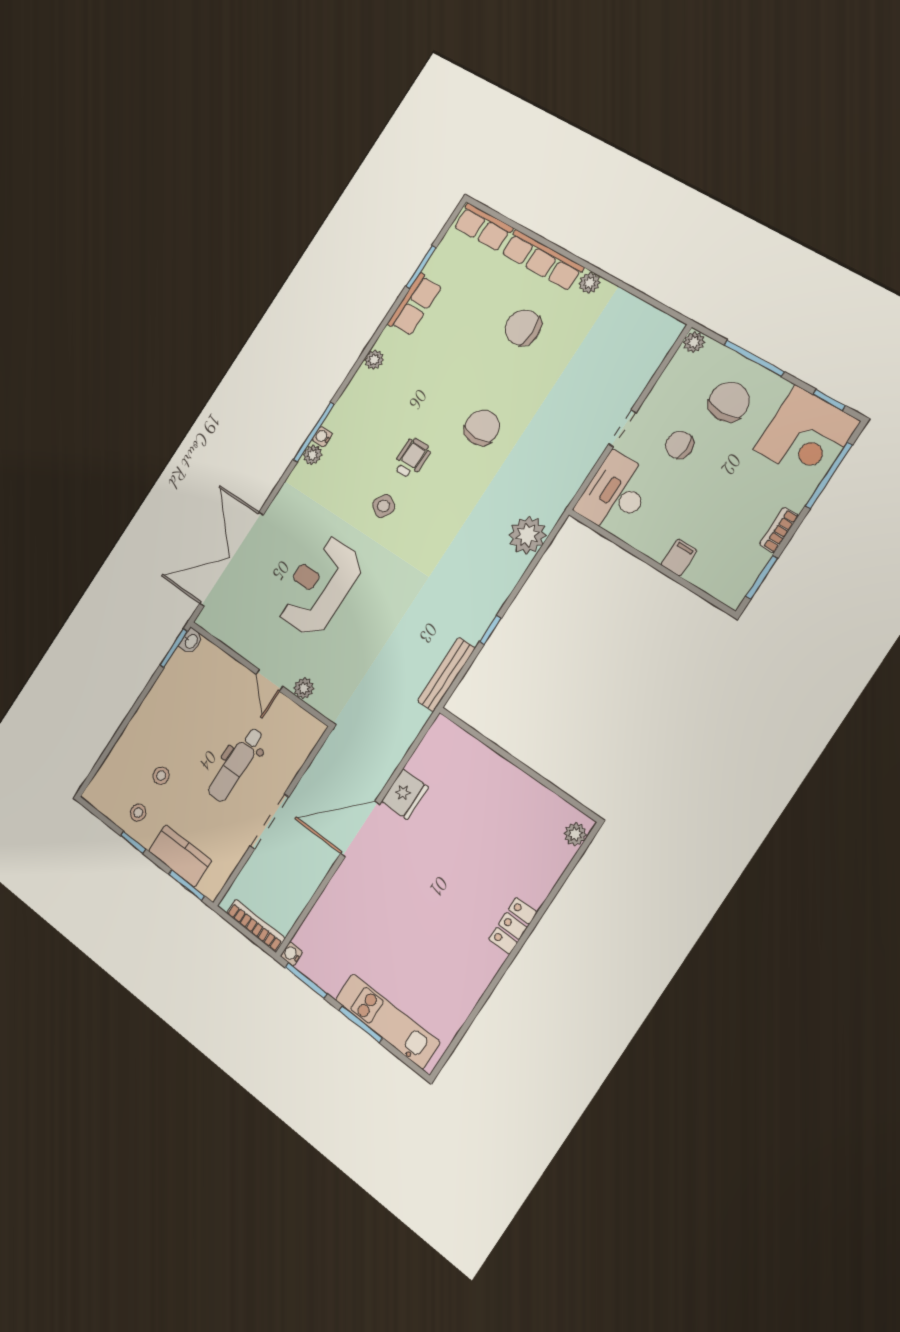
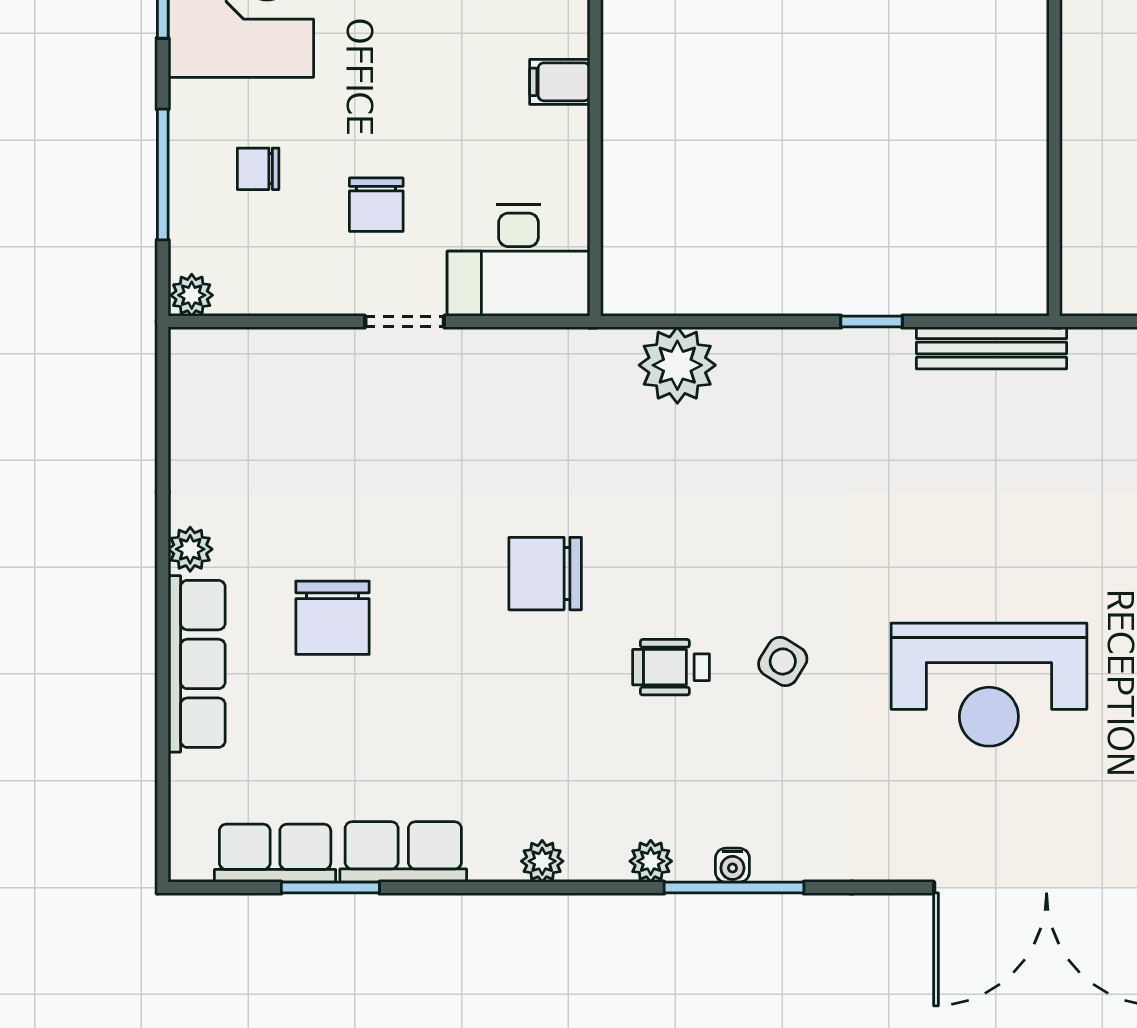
row of seats: (483, 227) -> (275, 853), moved, turned -90
chair: (729, 402) -> (258, 169), width x0.54, depth x0.54
plant: (313, 455) -> (651, 861), moved

